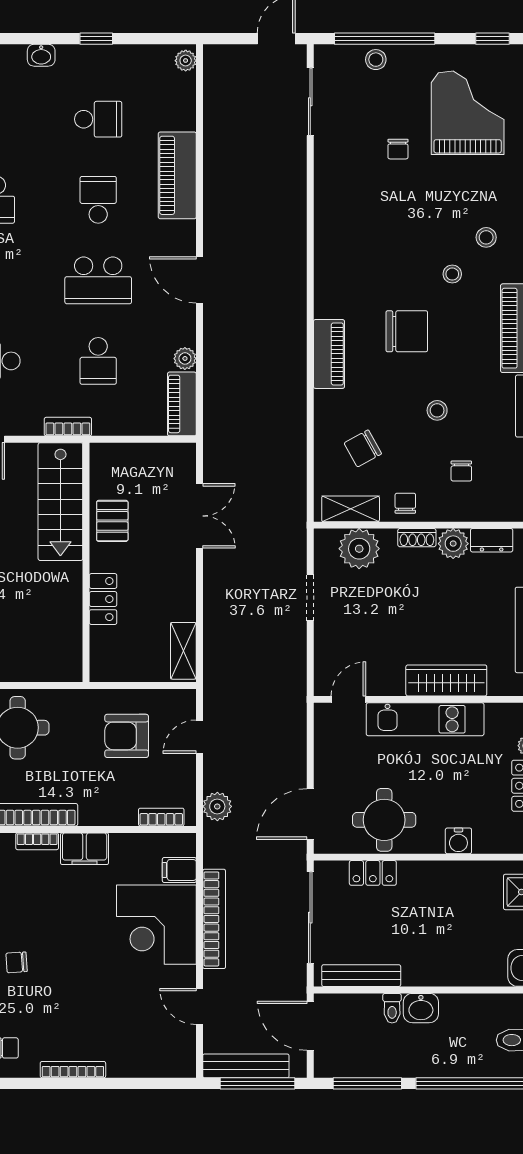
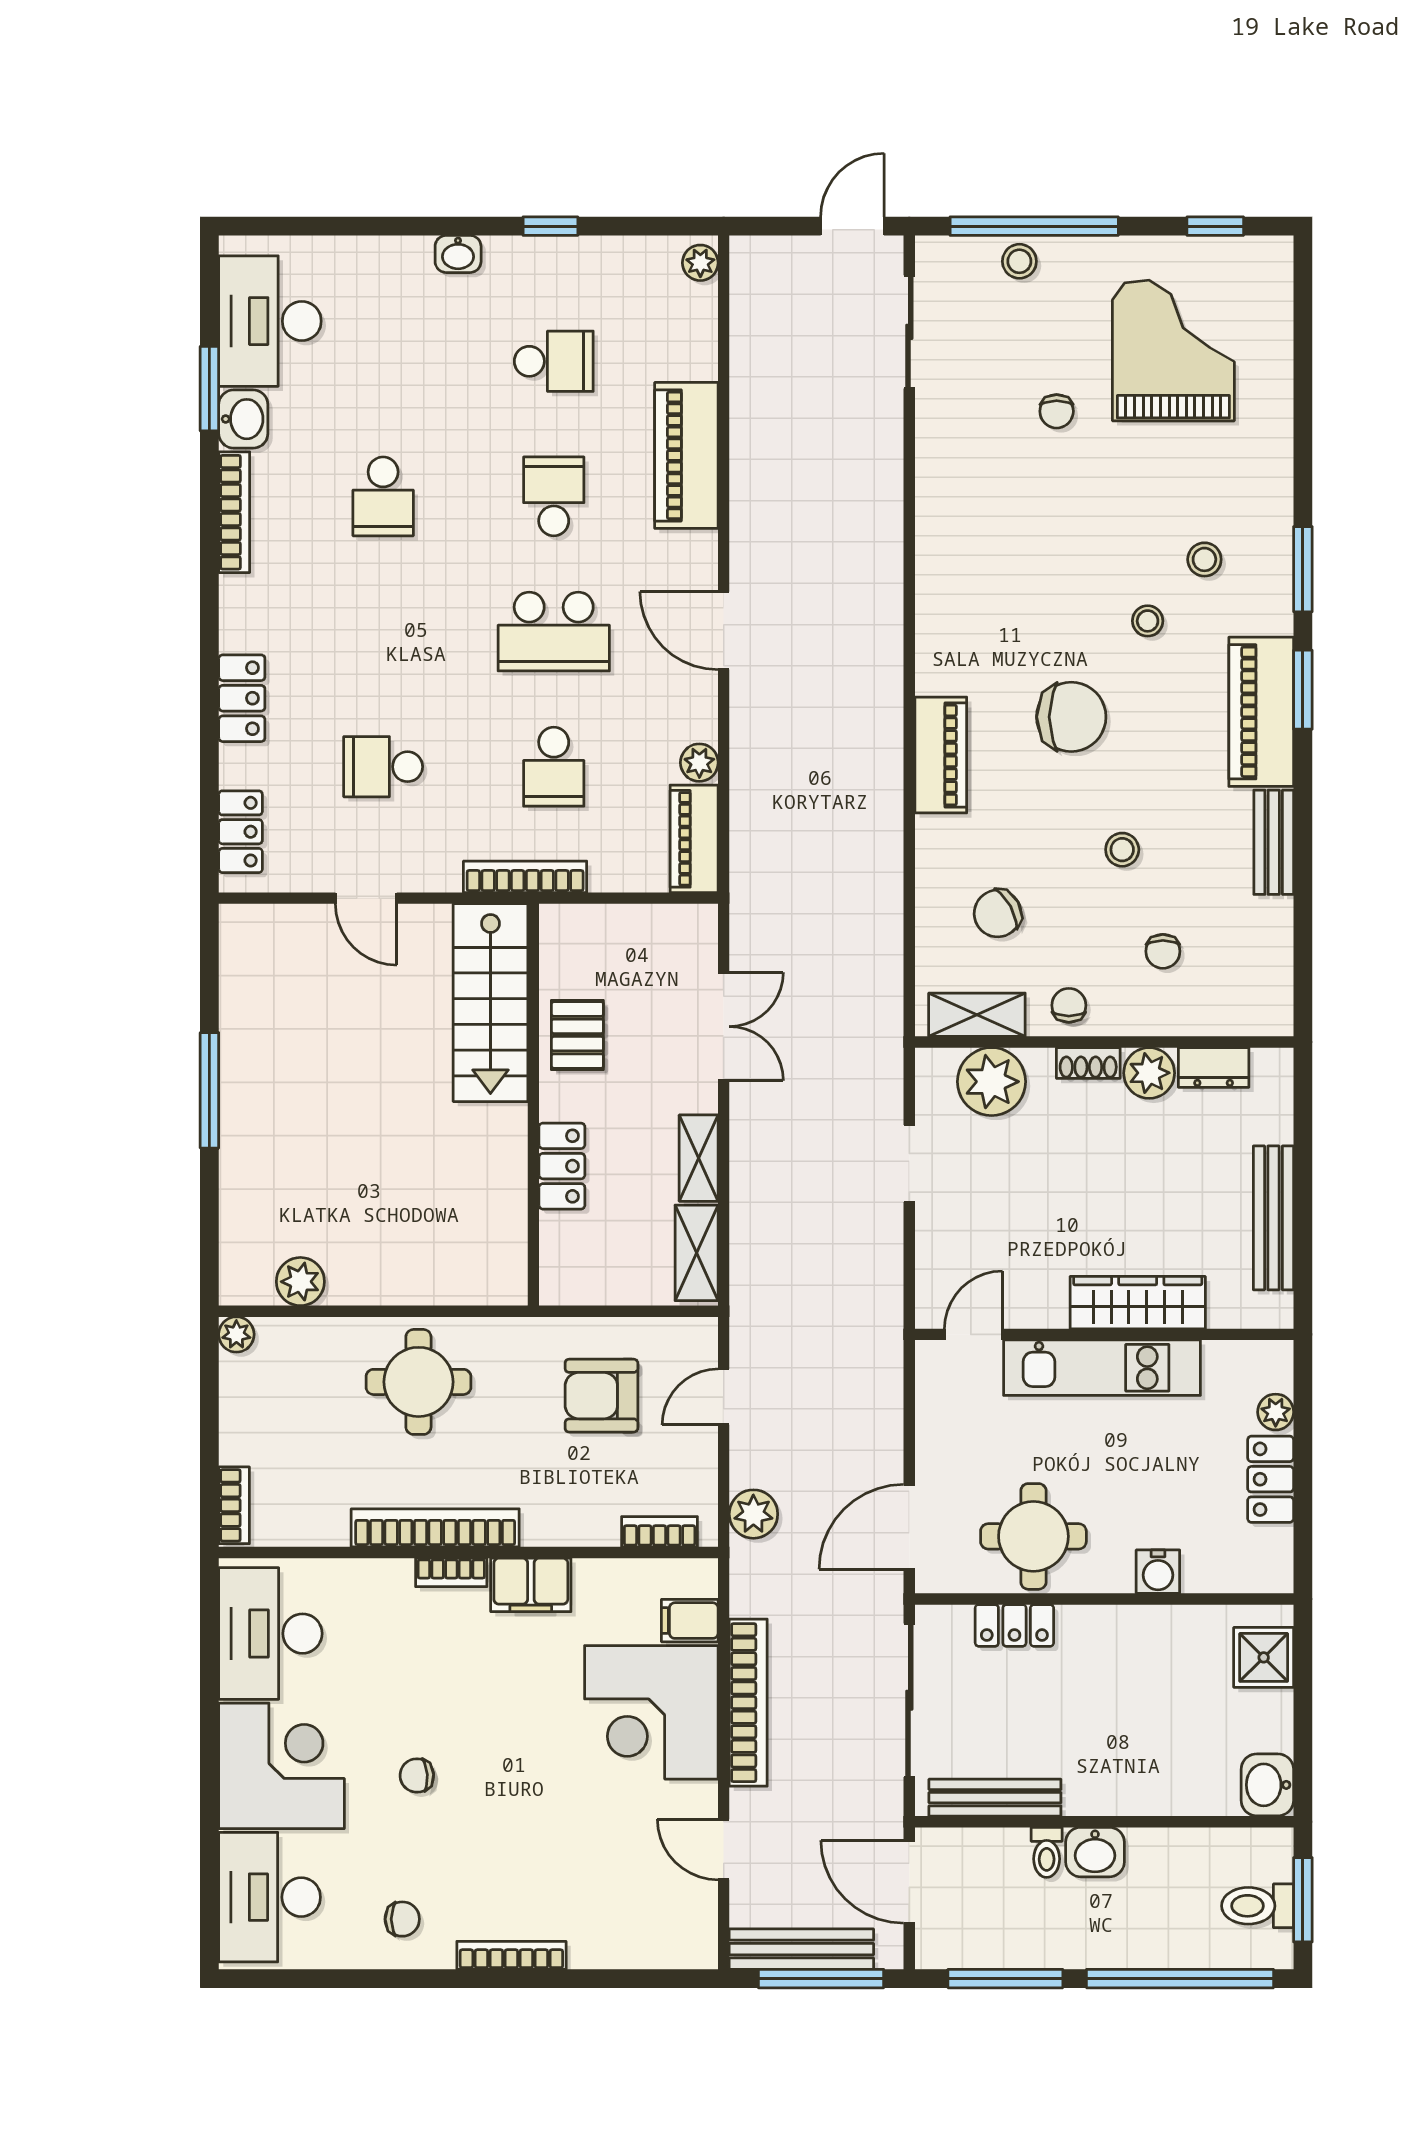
bookcase: (68, 427) -> (525, 877), width x1.56
shelving: (185, 594) -> (699, 1158), added

